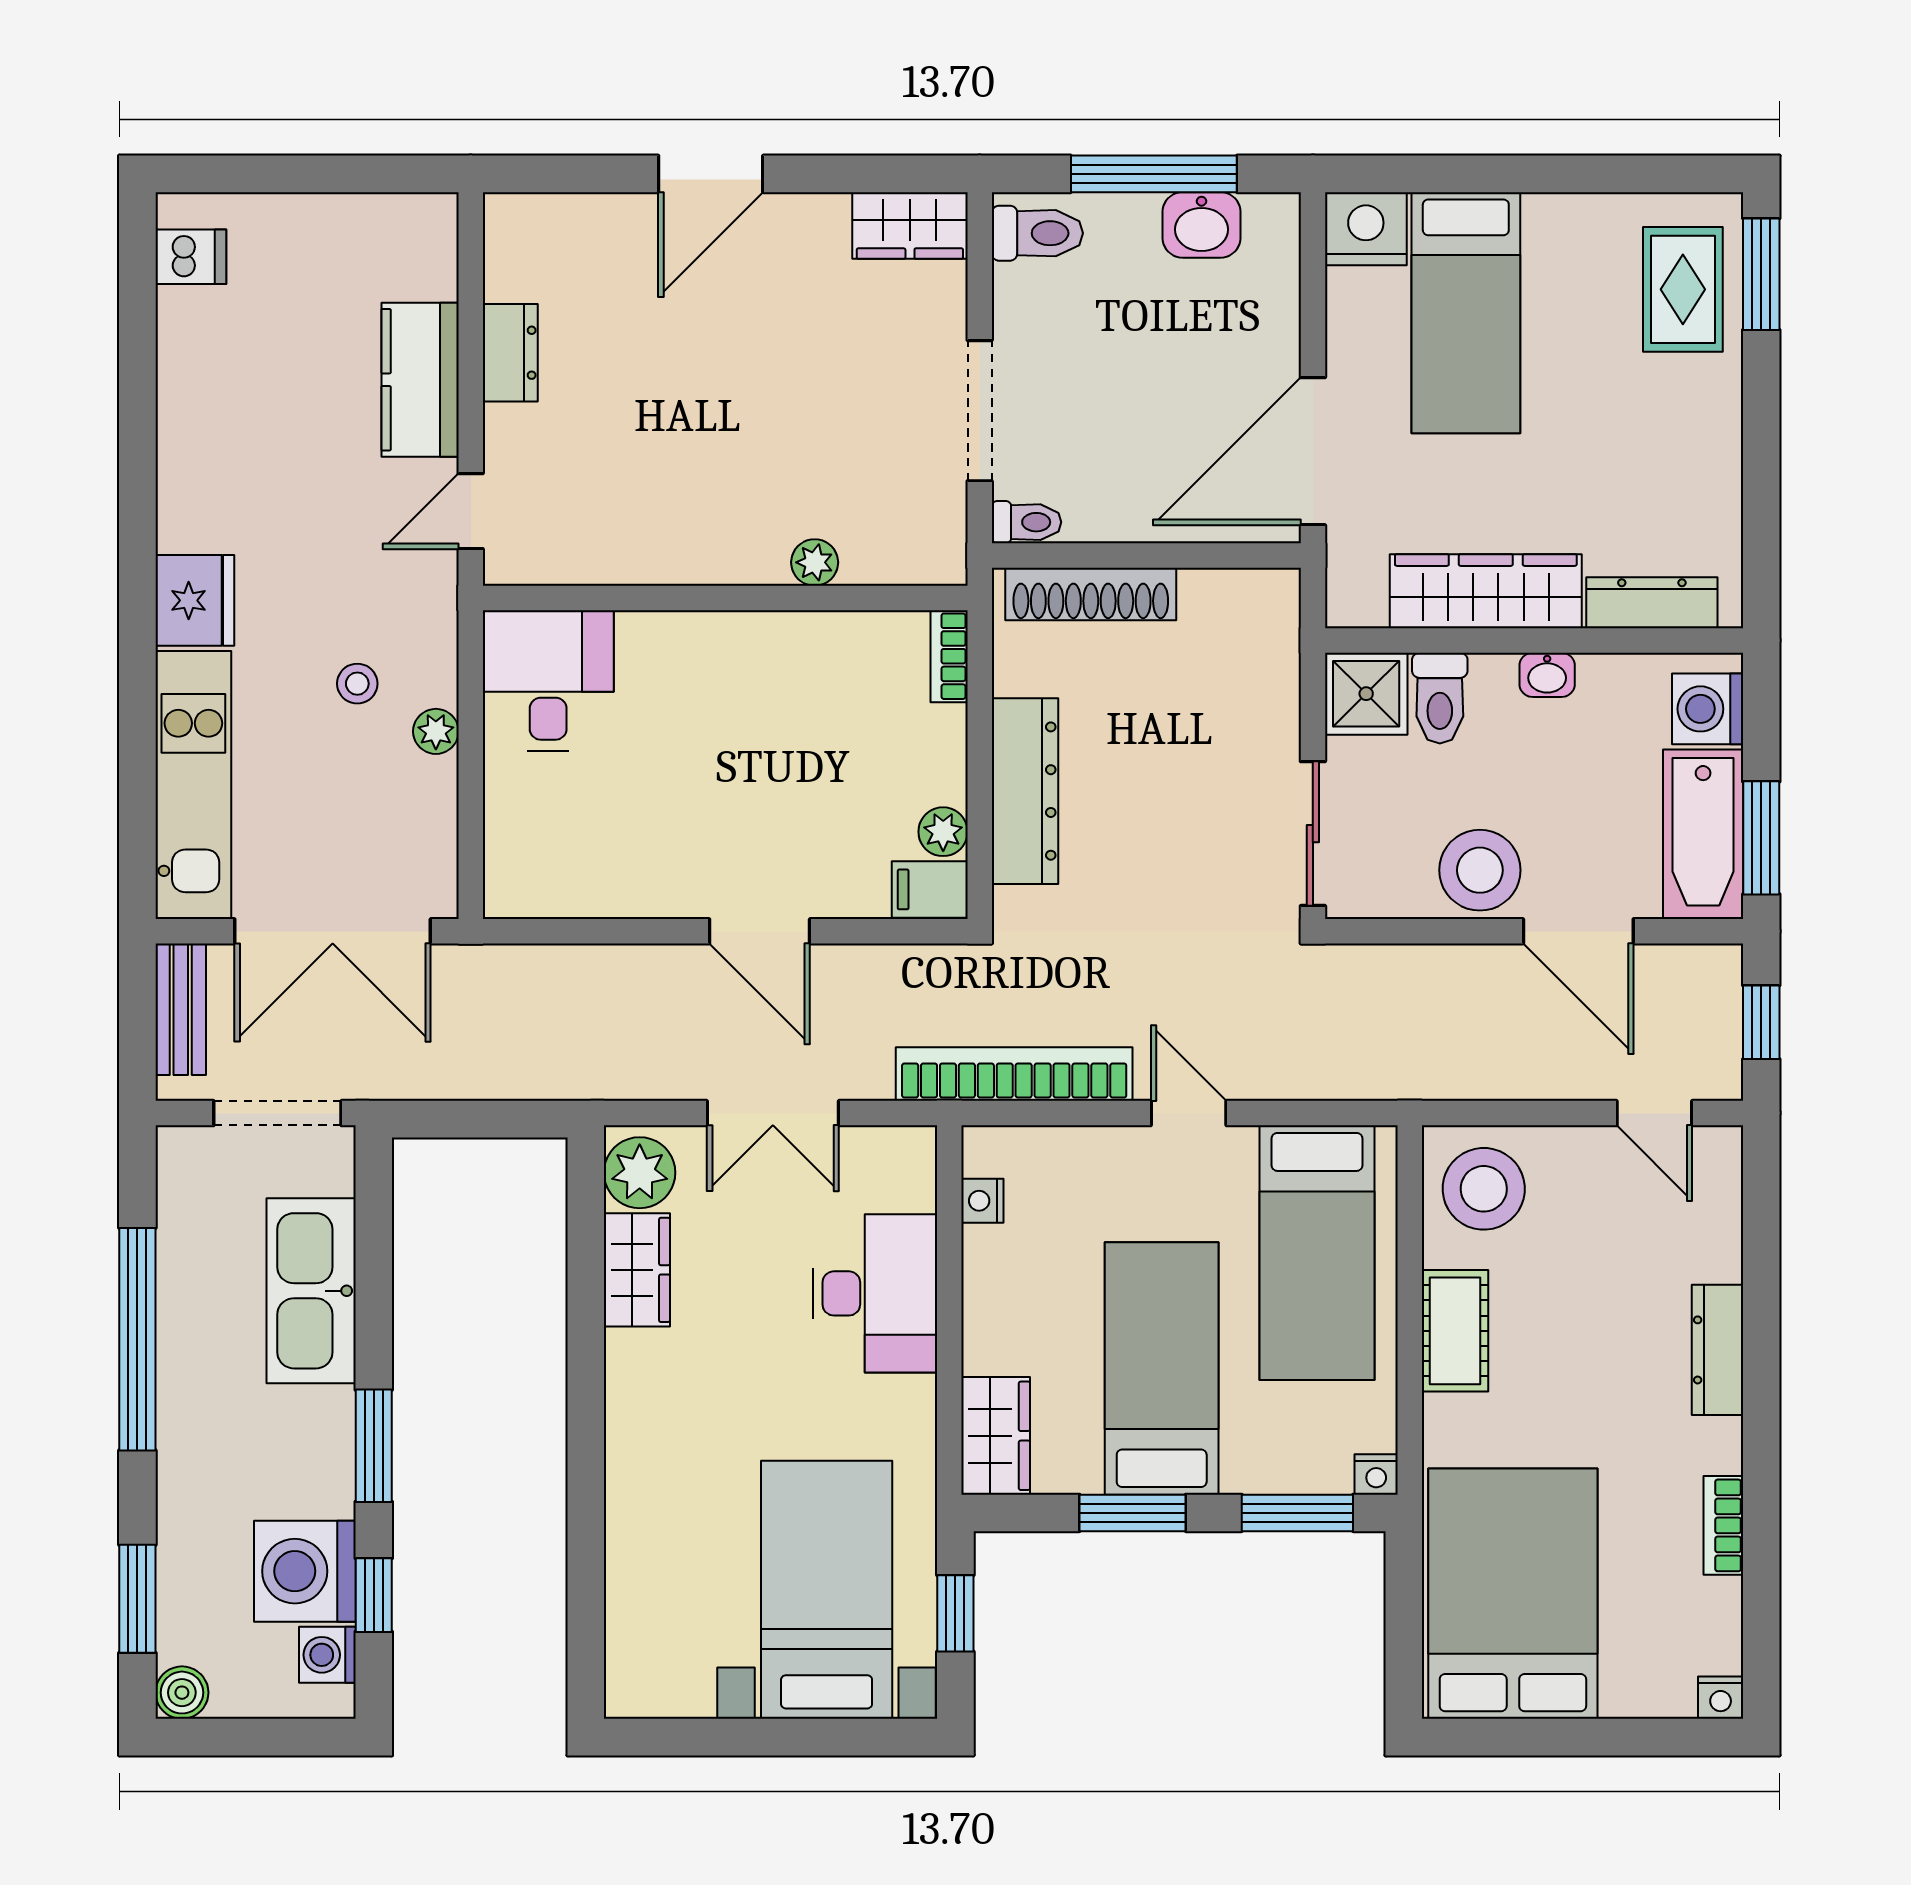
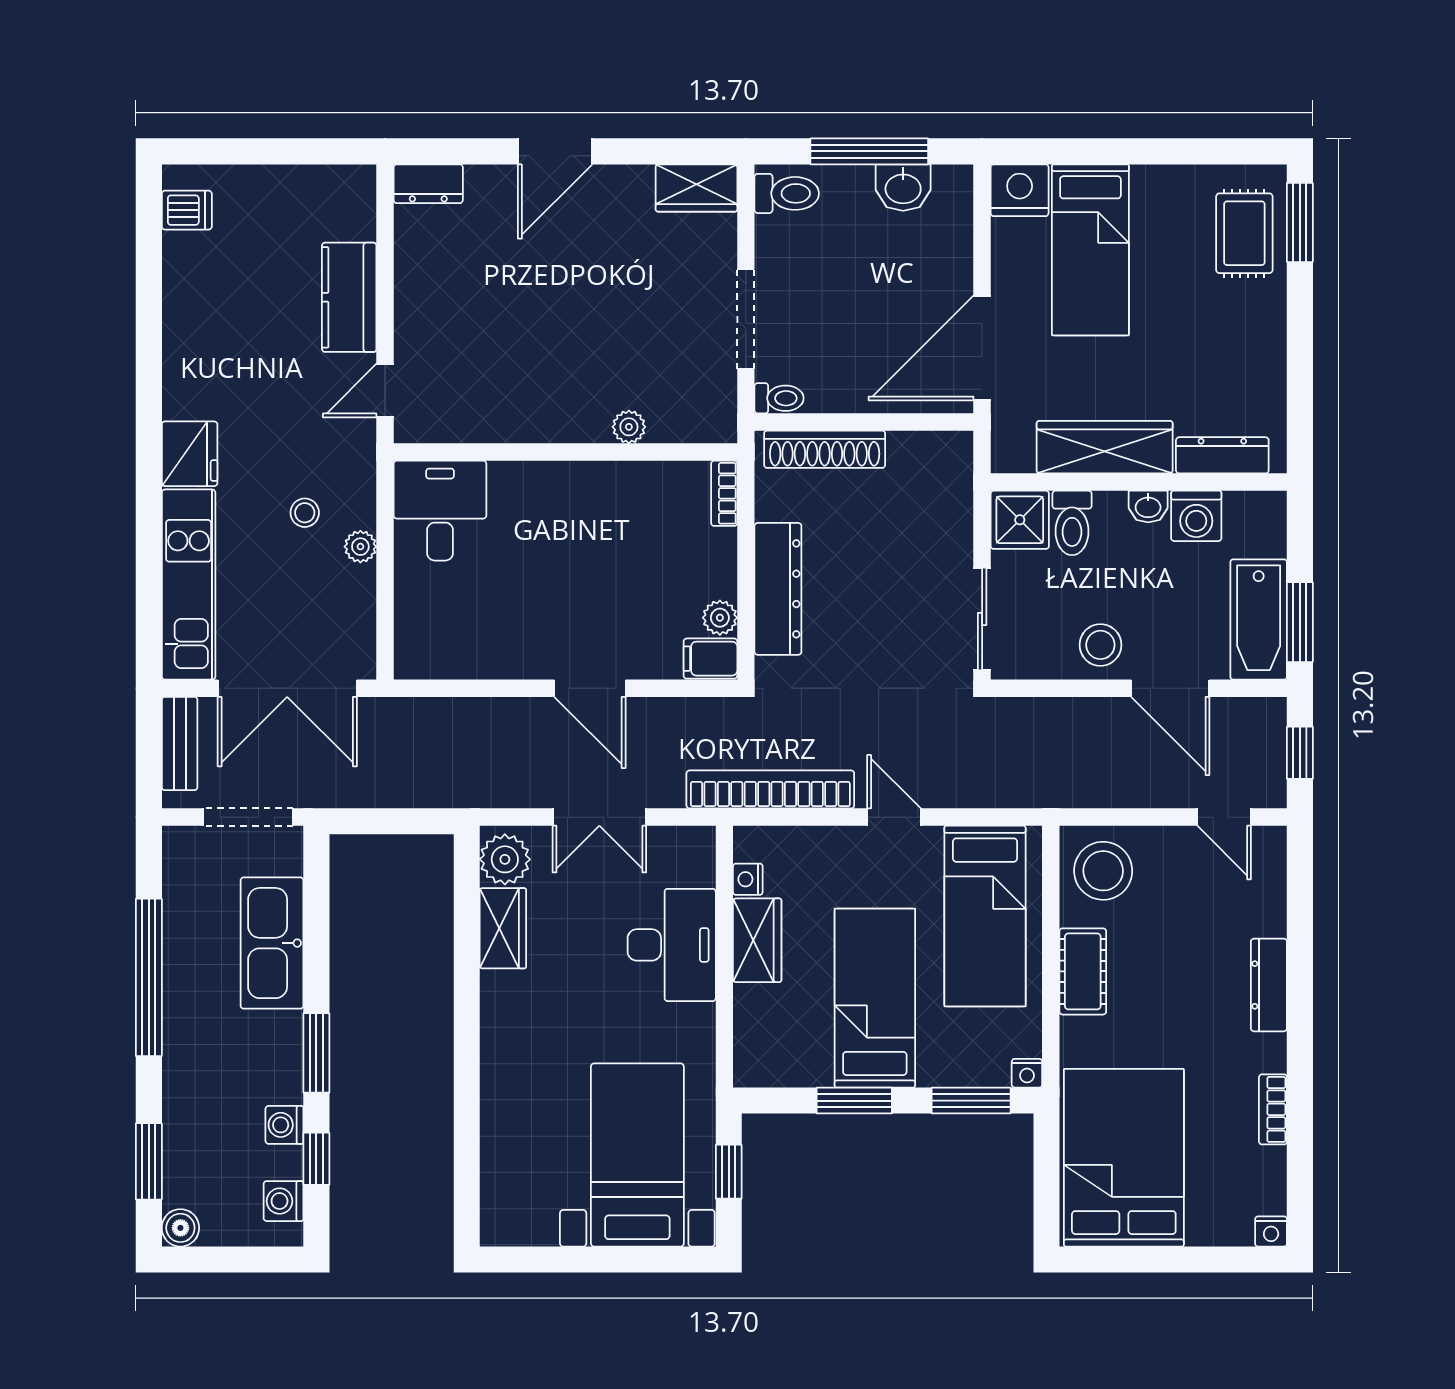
dresser: (510, 353) -> (428, 184), moved, turned 90
washing machine: (1708, 709) -> (1196, 516), moved, turned -90
stool: (1480, 870) -> (1100, 645), width x0.73, depth x0.73
wardrobe: (996, 1436) -> (757, 940), moved
washing machine: (305, 1571) -> (284, 1125), width x0.53, depth x0.53

